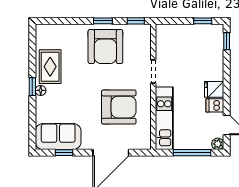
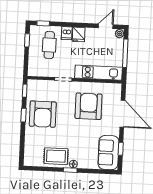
armchair: (105, 46) -> (43, 114), turned 90
cafe table: (198, 51) -> (49, 45), added
dishwasher: (215, 105) -> (67, 33), moved

